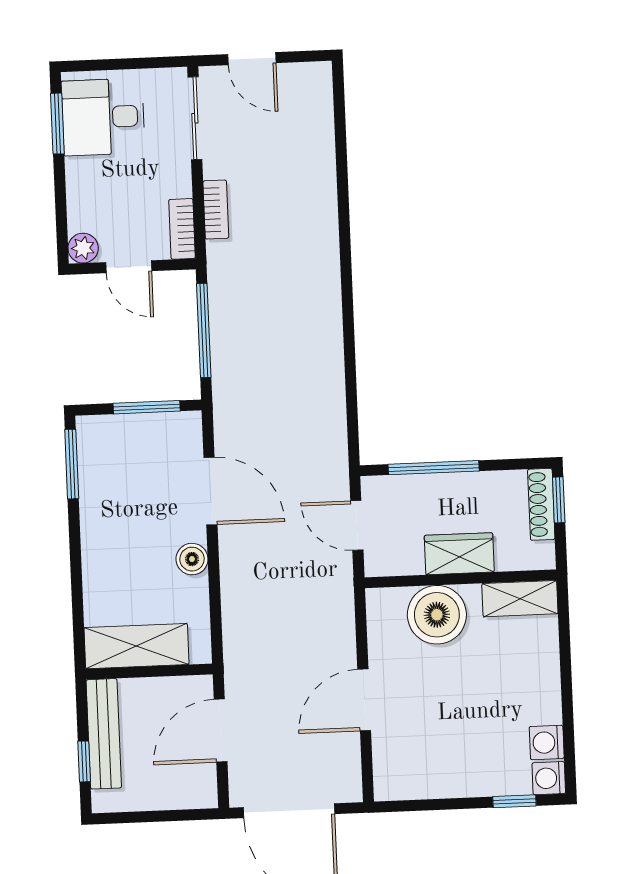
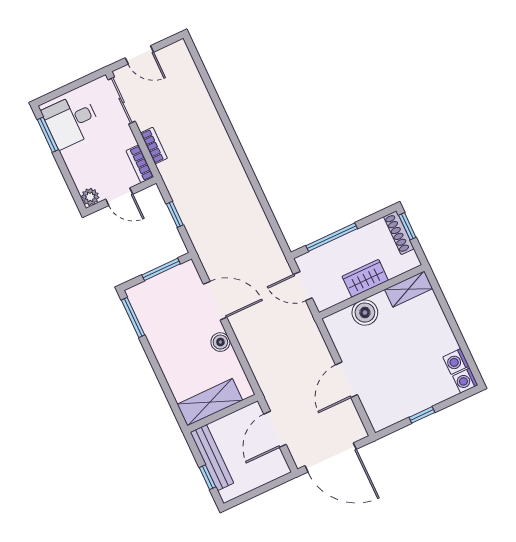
window: (204, 331) -> (175, 214), width x0.46
boiler: (437, 615) -> (365, 313), width x0.73, depth x0.73
window: (514, 801) -> (422, 415), moved

